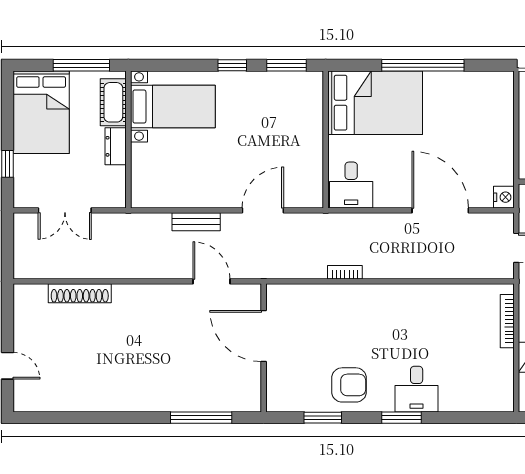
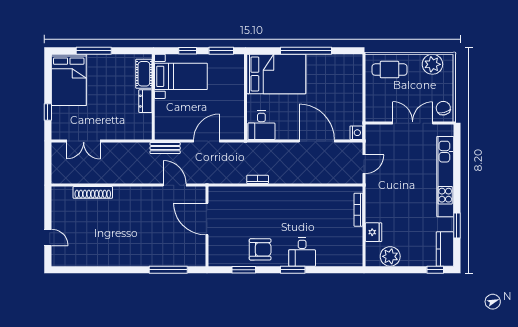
cot: (113, 102) -> (144, 74), moved
bed with nightstands: (173, 107) -> (181, 76), moved
wall: (128, 140) -> (153, 97), moved
dresser: (116, 146) -> (145, 101), moved

